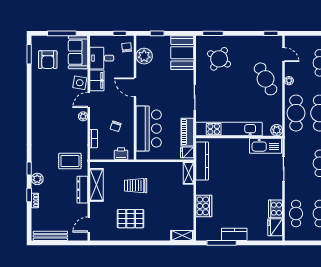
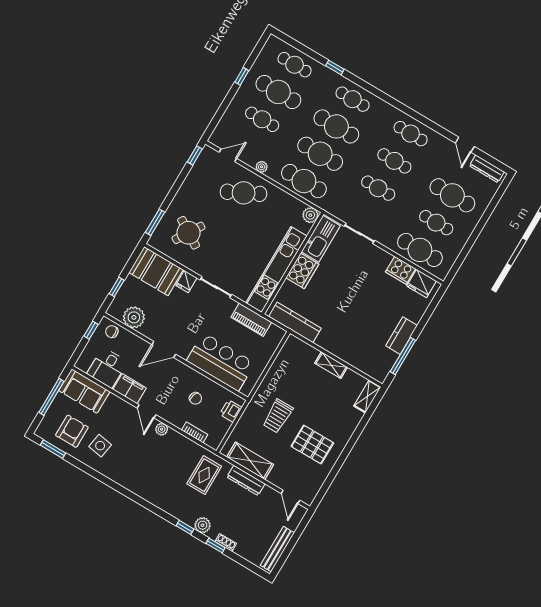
armchair: (48, 60) -> (72, 431), turned -90
side table: (80, 83) -> (100, 446), moved
fridge: (187, 152) -> (186, 281), moved
shelving: (188, 173) -> (331, 365), moved
cooker: (204, 206) -> (302, 271), moved, turned 90
cafe table: (296, 214) -> (420, 250), width x1.37, depth x1.35
pallet: (131, 219) -> (312, 445), turned 90

